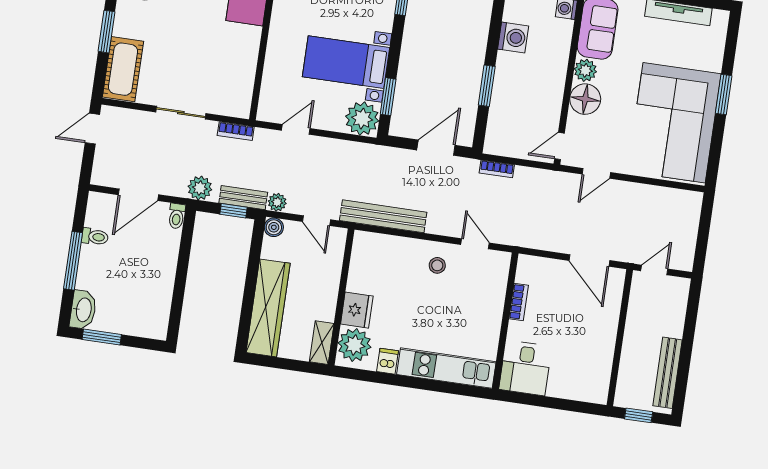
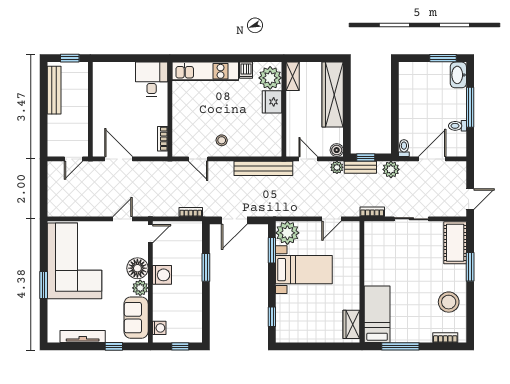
washing machine: (513, 37) -> (162, 275), moved, turned 180
bookcase: (519, 302) -> (163, 139), moved

